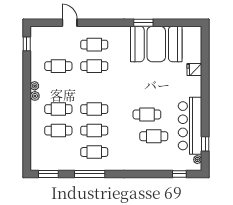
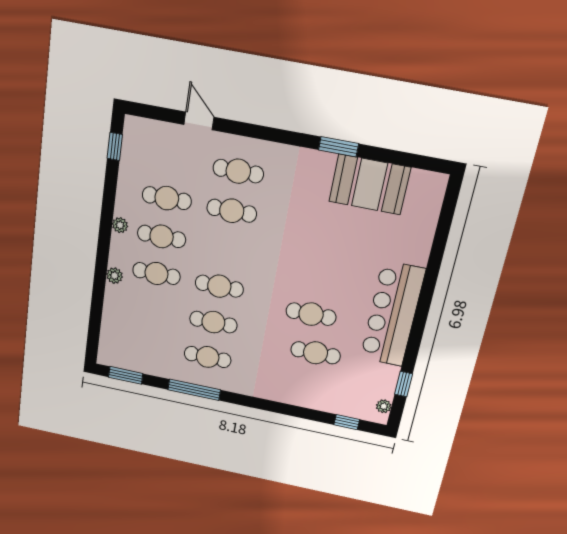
booth: (156, 44) -> (370, 184), width x0.73, depth x0.70
fridge: (194, 70) -> (416, 253), removed
plant: (35, 96) -> (114, 276), moved
bar counter: (190, 126) -> (392, 314), moved
cafe table: (58, 131) -> (162, 236), moved

